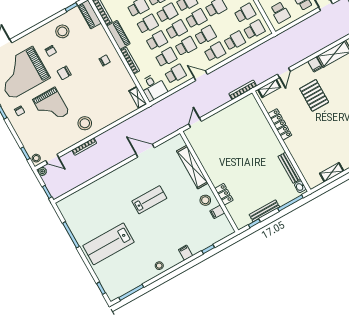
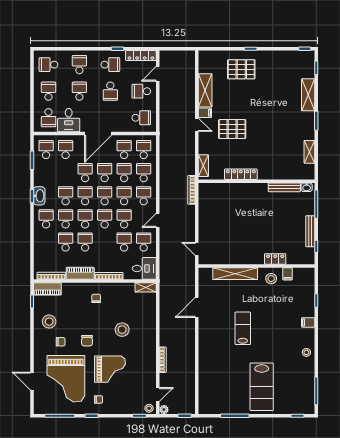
school desk: (157, 41) -> (124, 173), moved
door: (284, 73) -> (197, 125), moved
stool: (85, 123) -> (122, 330), moved

